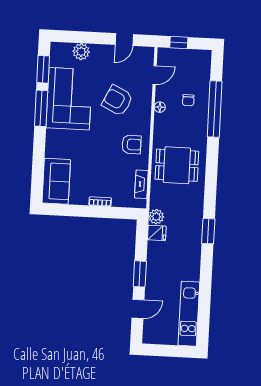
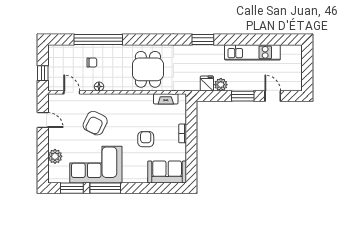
armchair: (132, 144) -> (146, 139), moved
plant: (156, 217) -> (221, 85), moved
kitchen unit: (189, 314) -> (252, 52), moved

